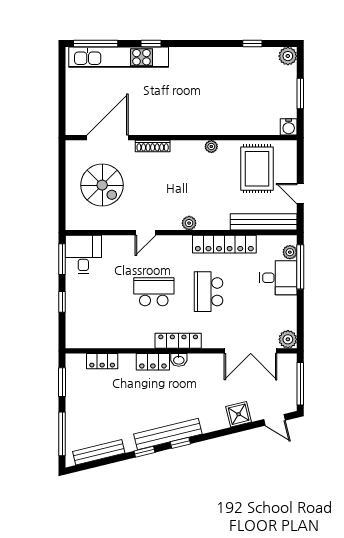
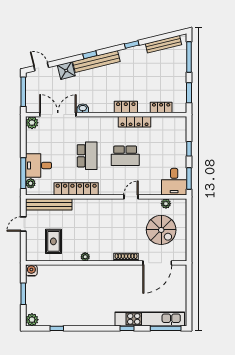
rug: (257, 169) -> (53, 241), width x0.73, depth x0.70
spiral stairs: (102, 185) -> (161, 230), turned 180
door: (300, 194) -> (23, 224), swing flipped
plant: (189, 223) -> (166, 204), moved
locker: (178, 341) -> (135, 122), moved
washbasin: (179, 360) -> (83, 108), moved
bench: (168, 434) -> (96, 61), moved
window: (180, 443) -> (90, 55), moved

